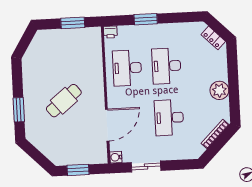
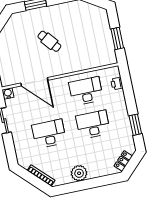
window: (146, 19) -> (135, 125), moved
printer: (110, 32) -> (117, 84), moved
cafe table: (64, 101) -> (49, 41), width x0.73, depth x0.74

